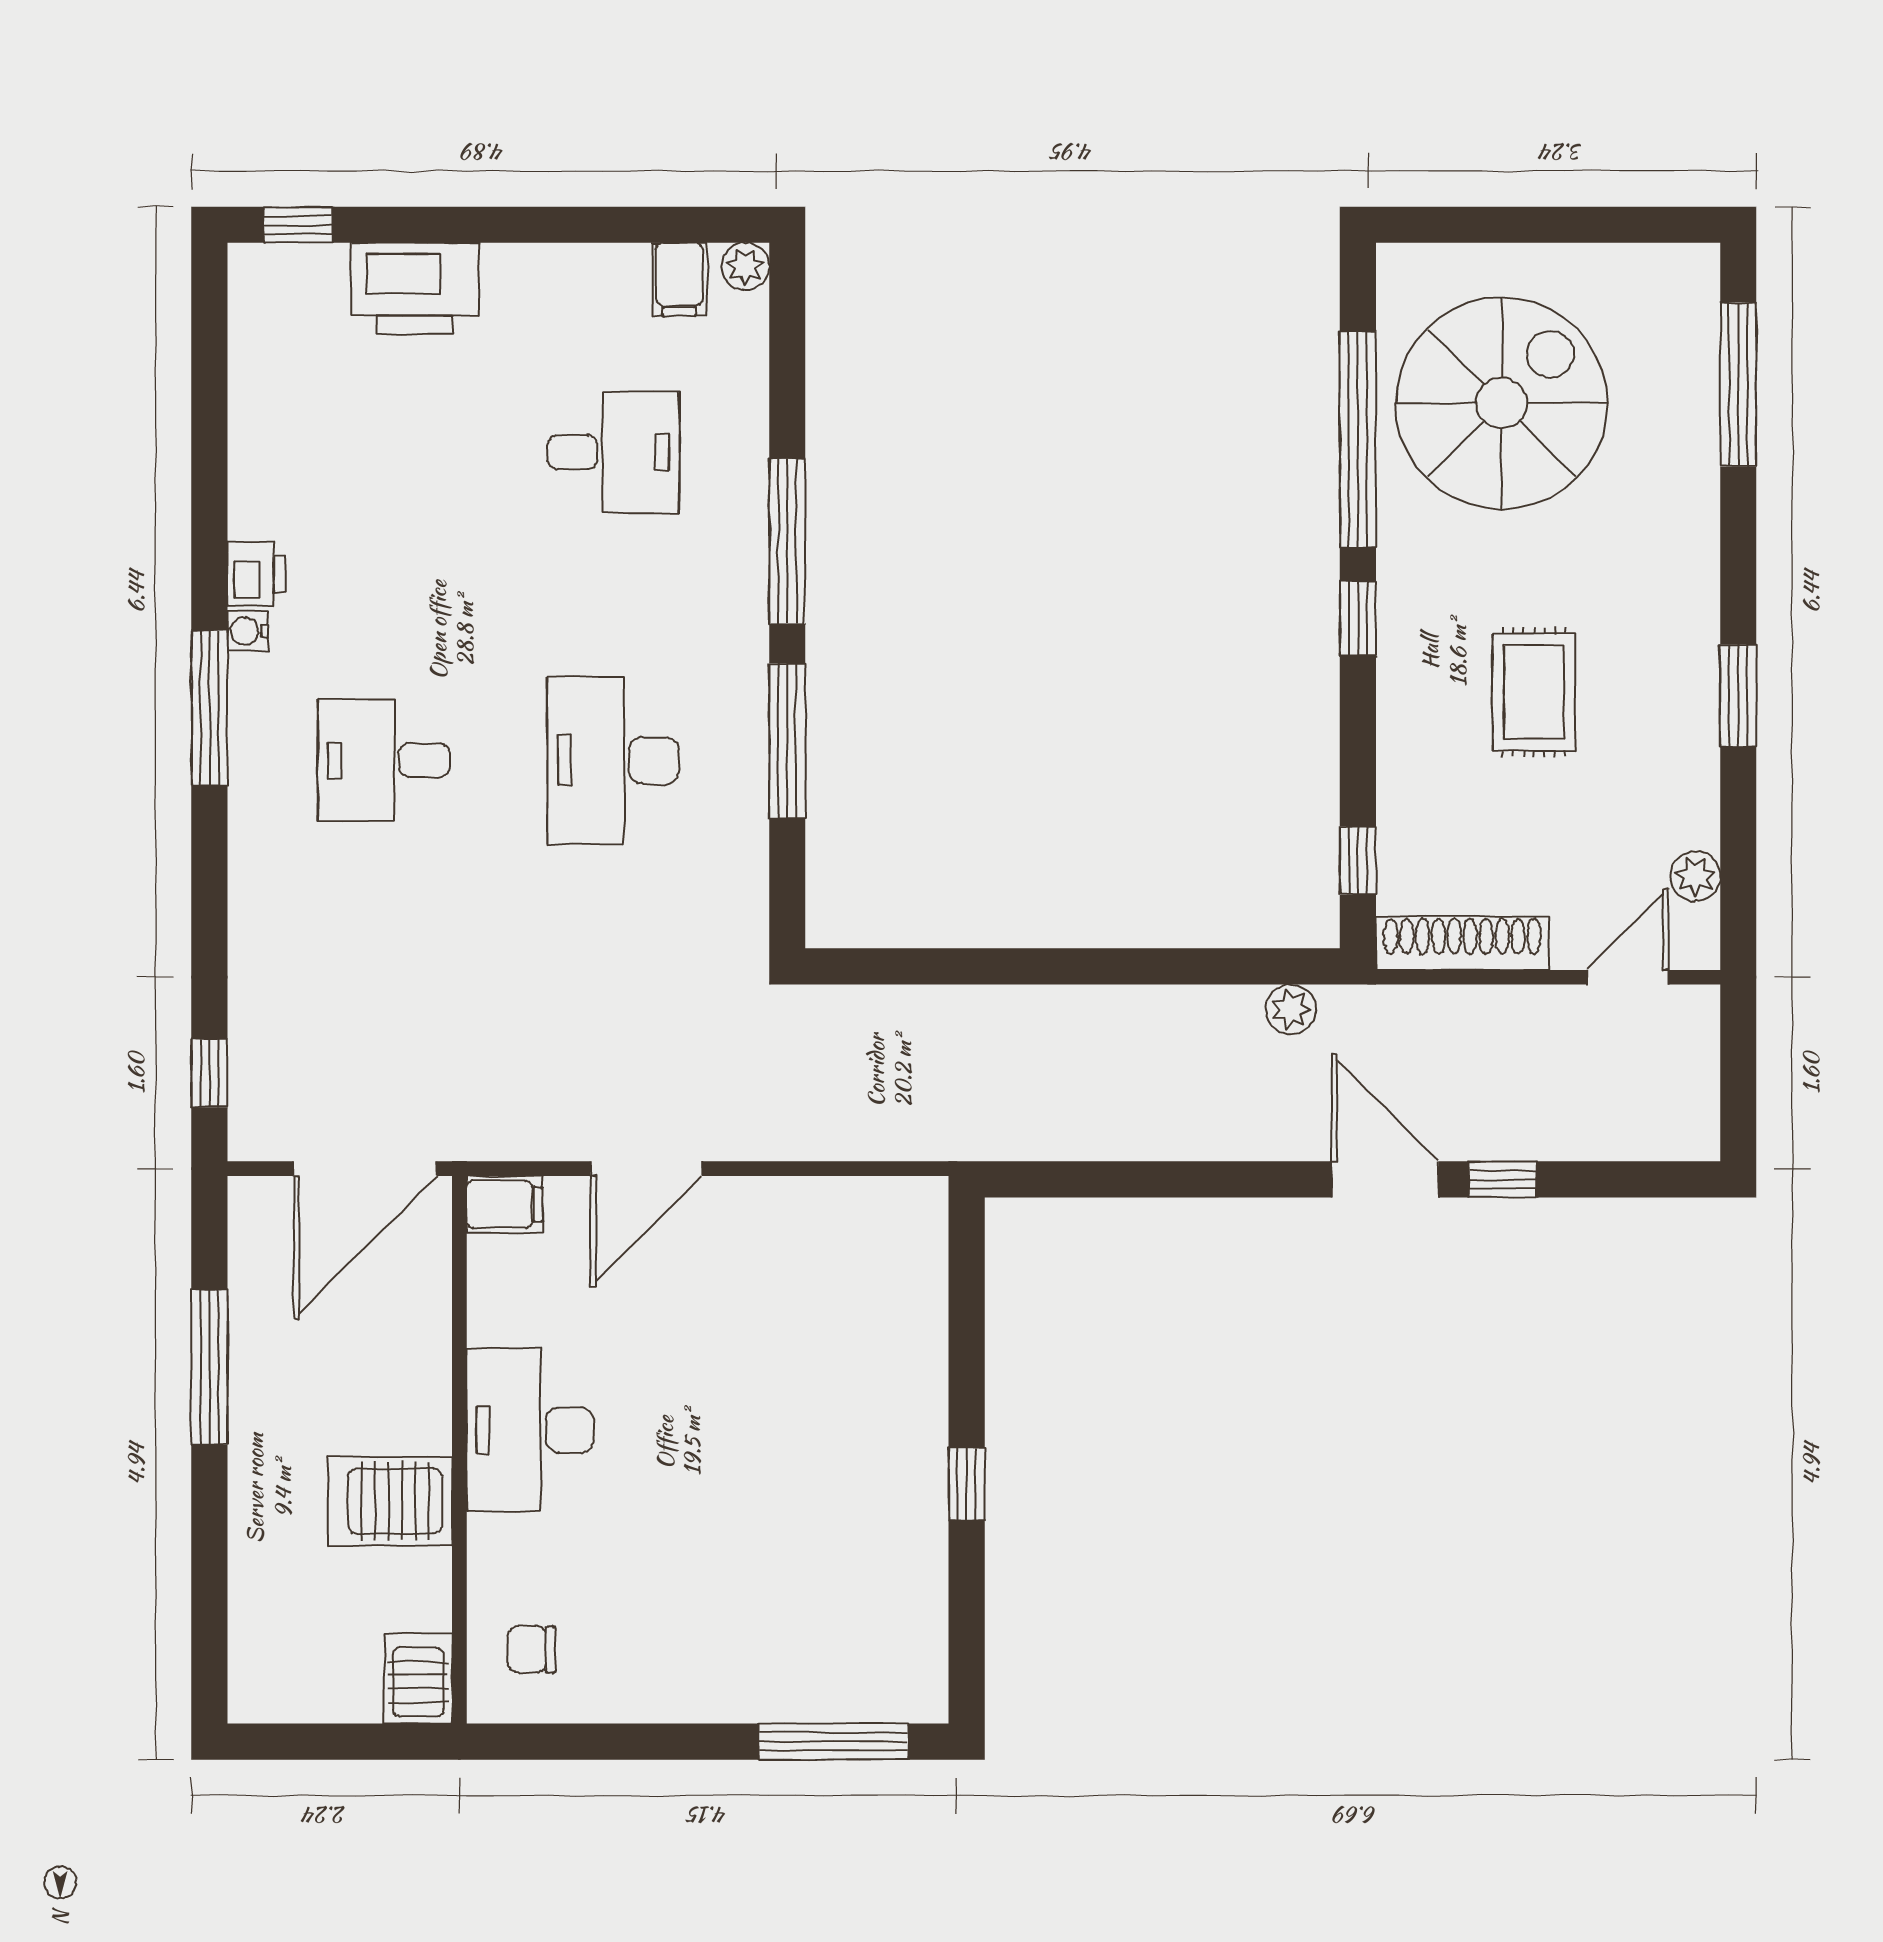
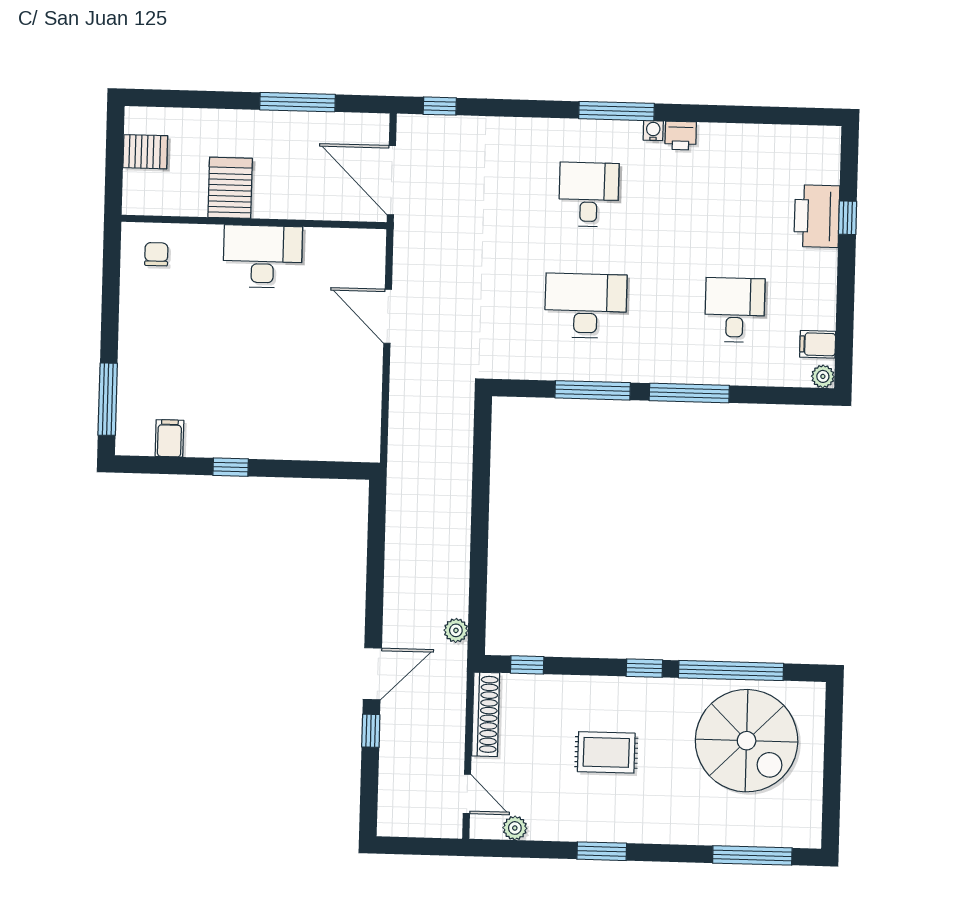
window: (298, 225) -> (848, 218), moved
desk: (613, 452) -> (735, 310), turned 180
filing cabinet: (505, 1204) -> (169, 438), moved, turned 180
server rack: (418, 1678) -> (145, 152), moved

